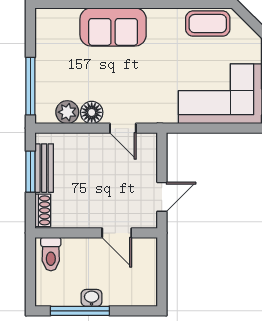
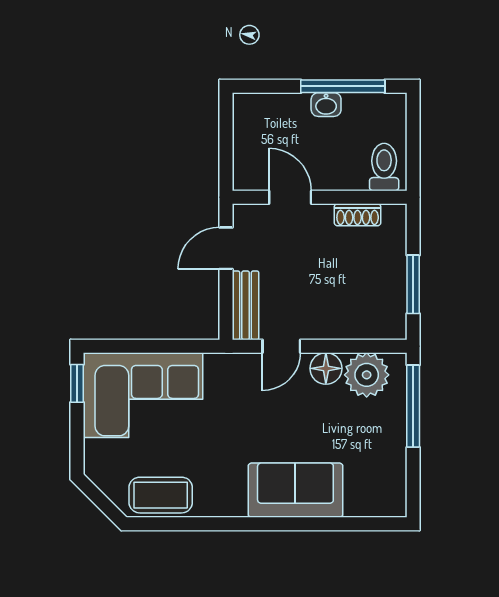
plant: (67, 112) -> (367, 375), width x1.36, depth x1.36
door: (123, 128) -> (281, 346), swing flipped
bench: (44, 168) -> (246, 305), moved
shoe rack: (43, 210) -> (358, 215), moved, turned -90

